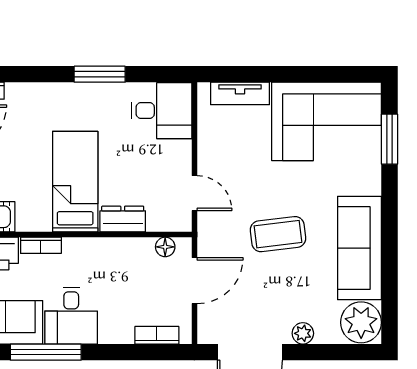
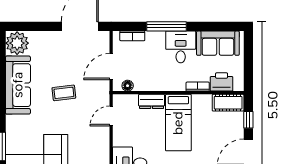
door: (194, 193) -> (111, 116), hinge flipped
coffee table: (278, 234) -> (64, 93), width x0.73, depth x0.77
plant: (303, 333) -> (50, 37), removed
window: (46, 352) -> (166, 26), moved

